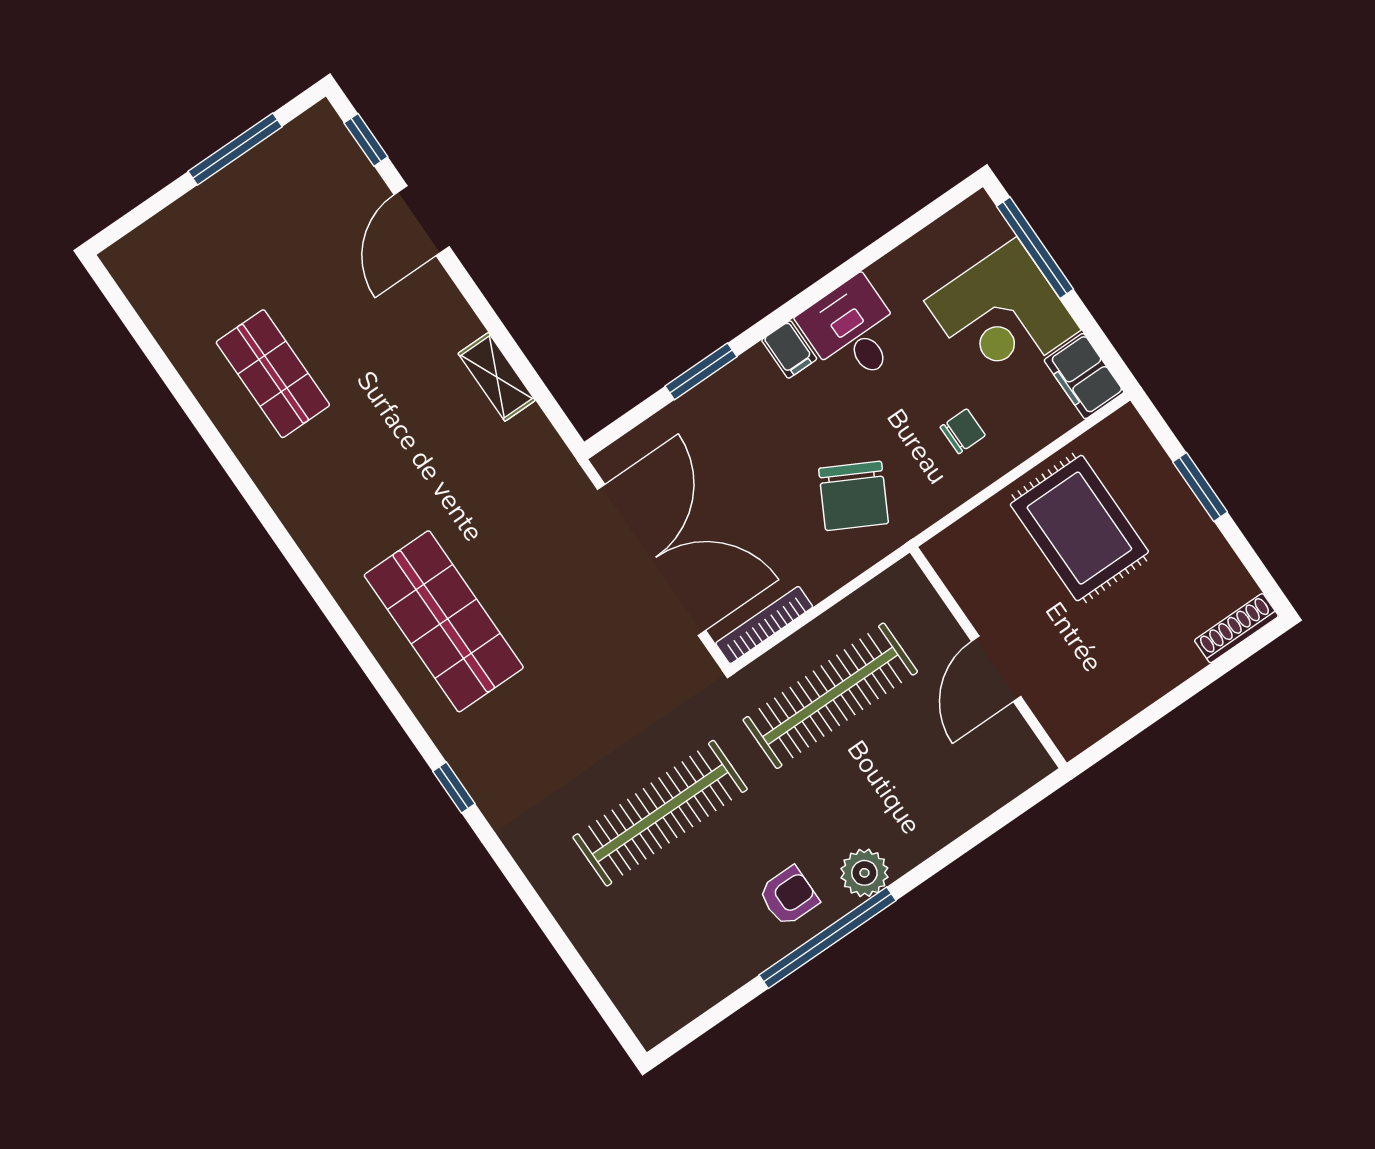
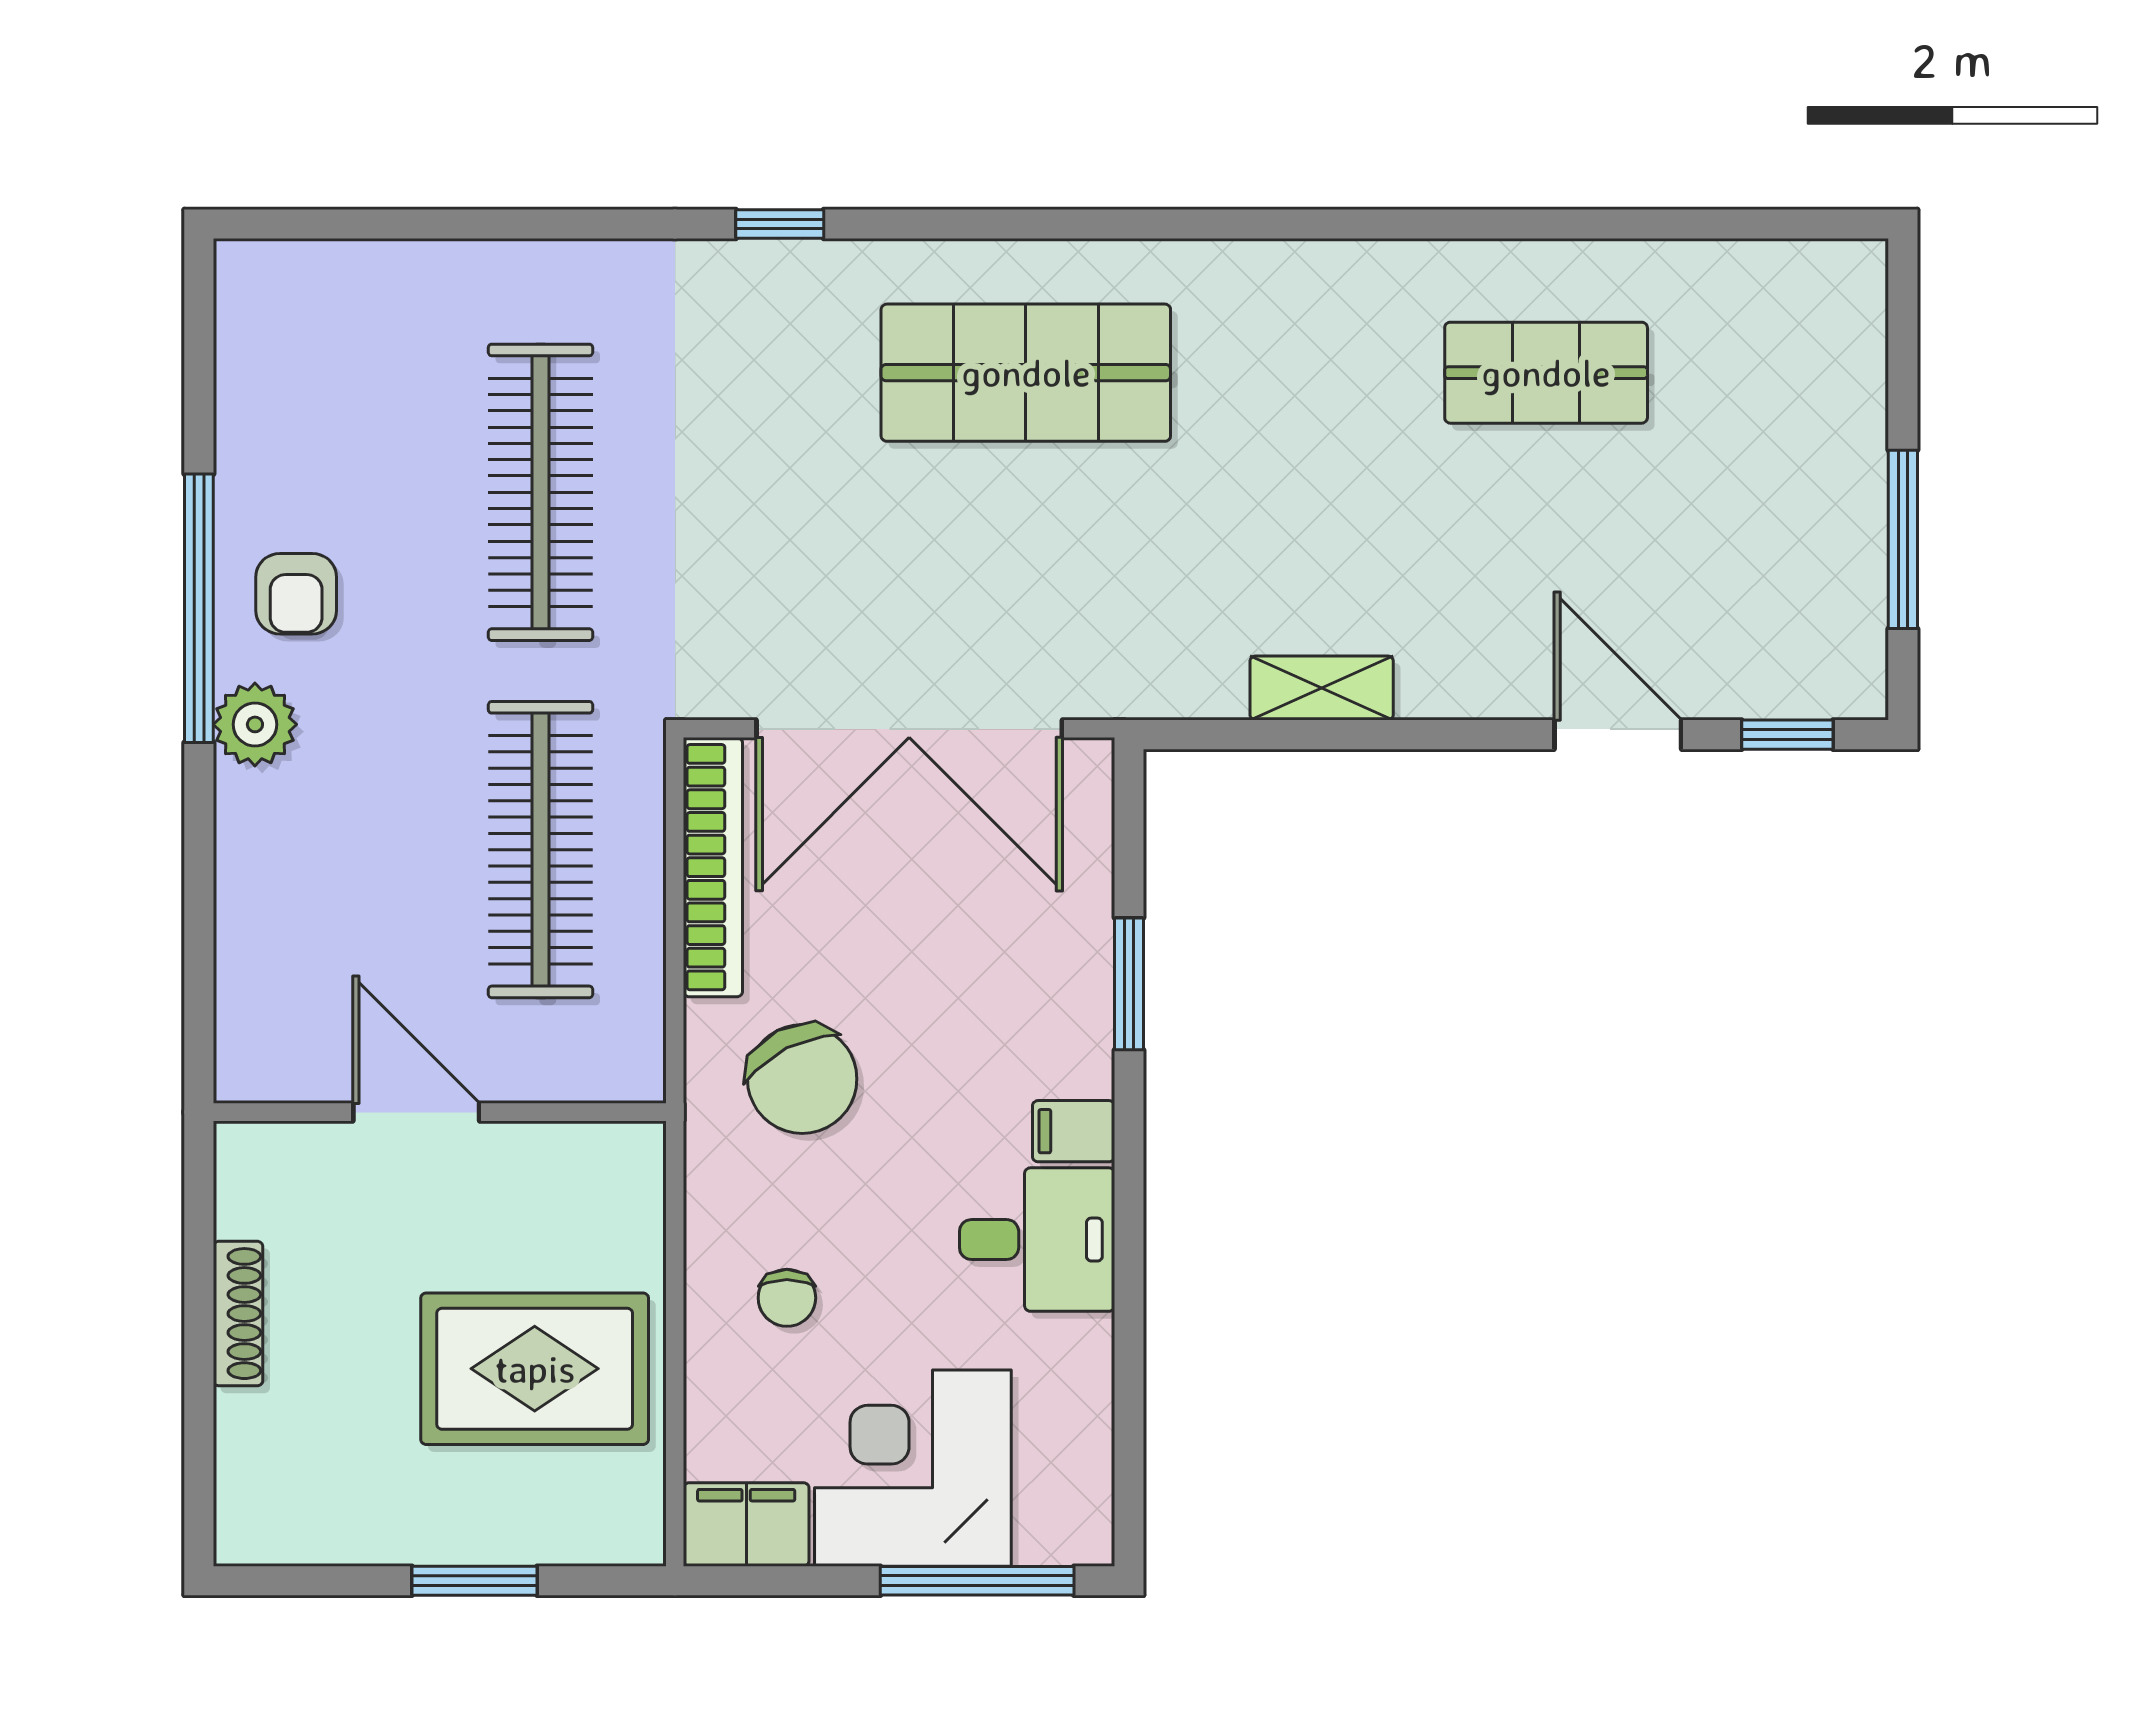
chair: (854, 496) -> (802, 1079), turned -145
bookcase: (764, 625) -> (713, 867), width x1.48, depth x1.31
shoe rack: (1236, 628) -> (238, 1314), moved

